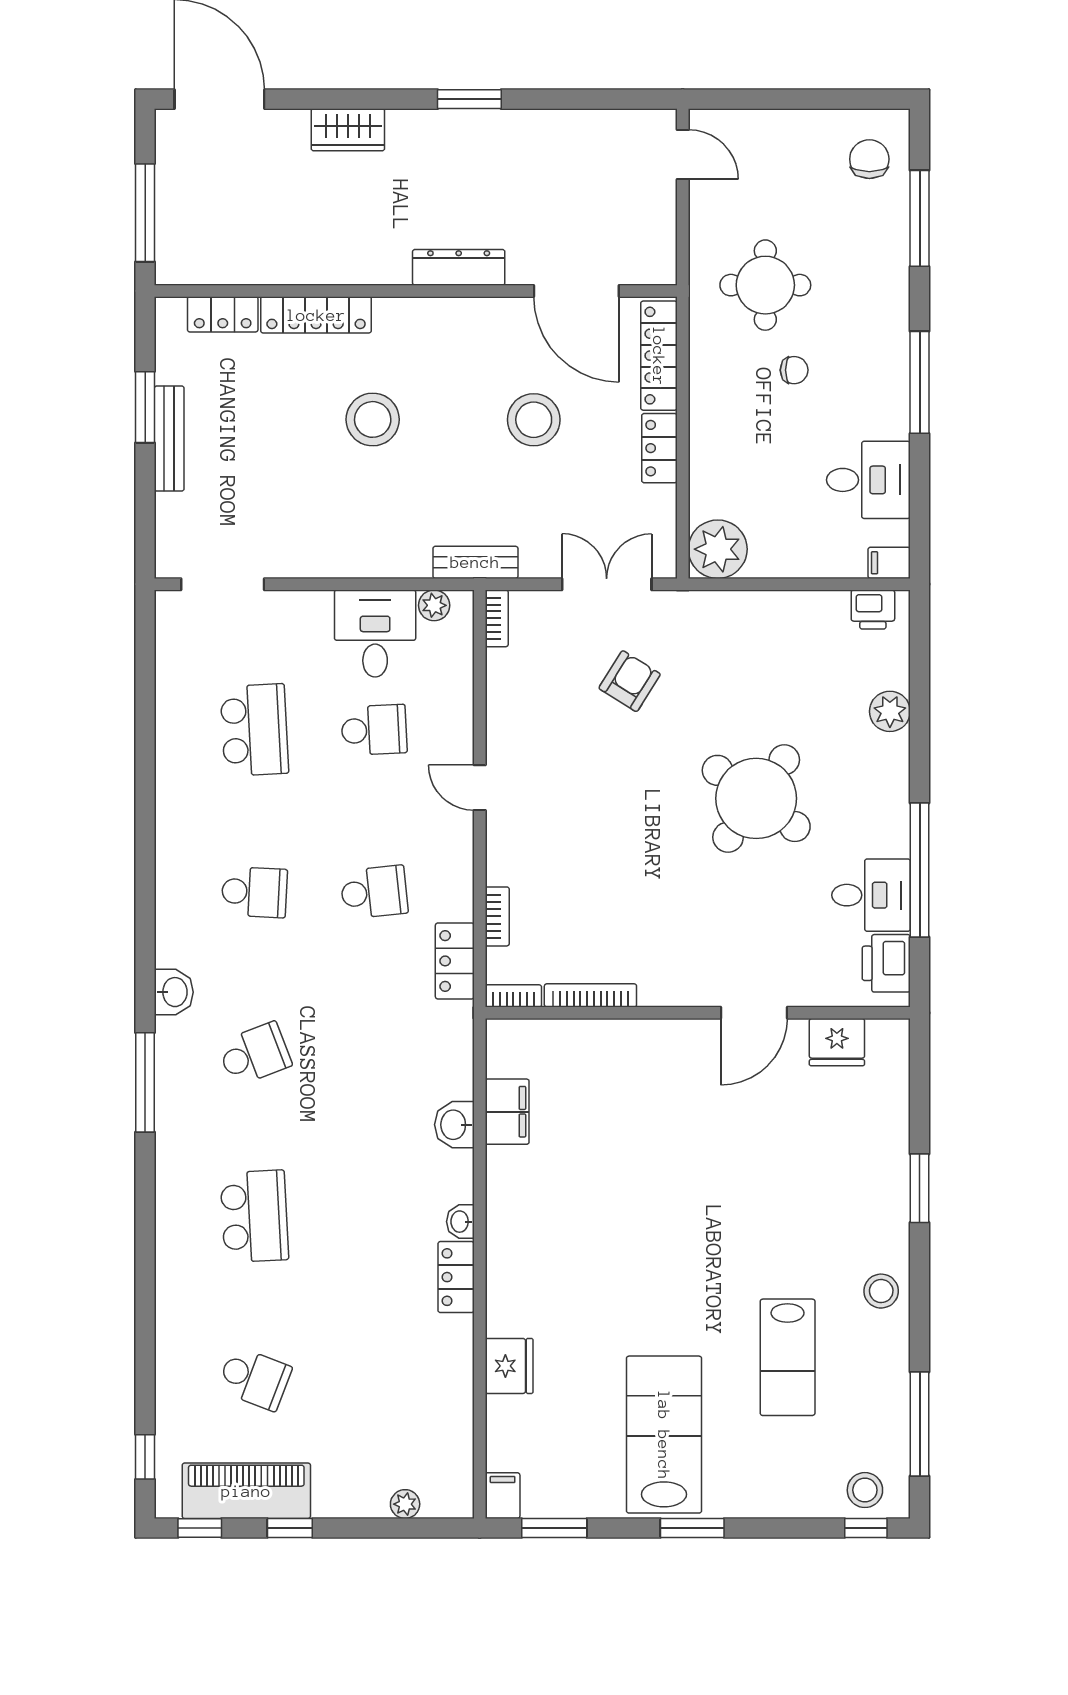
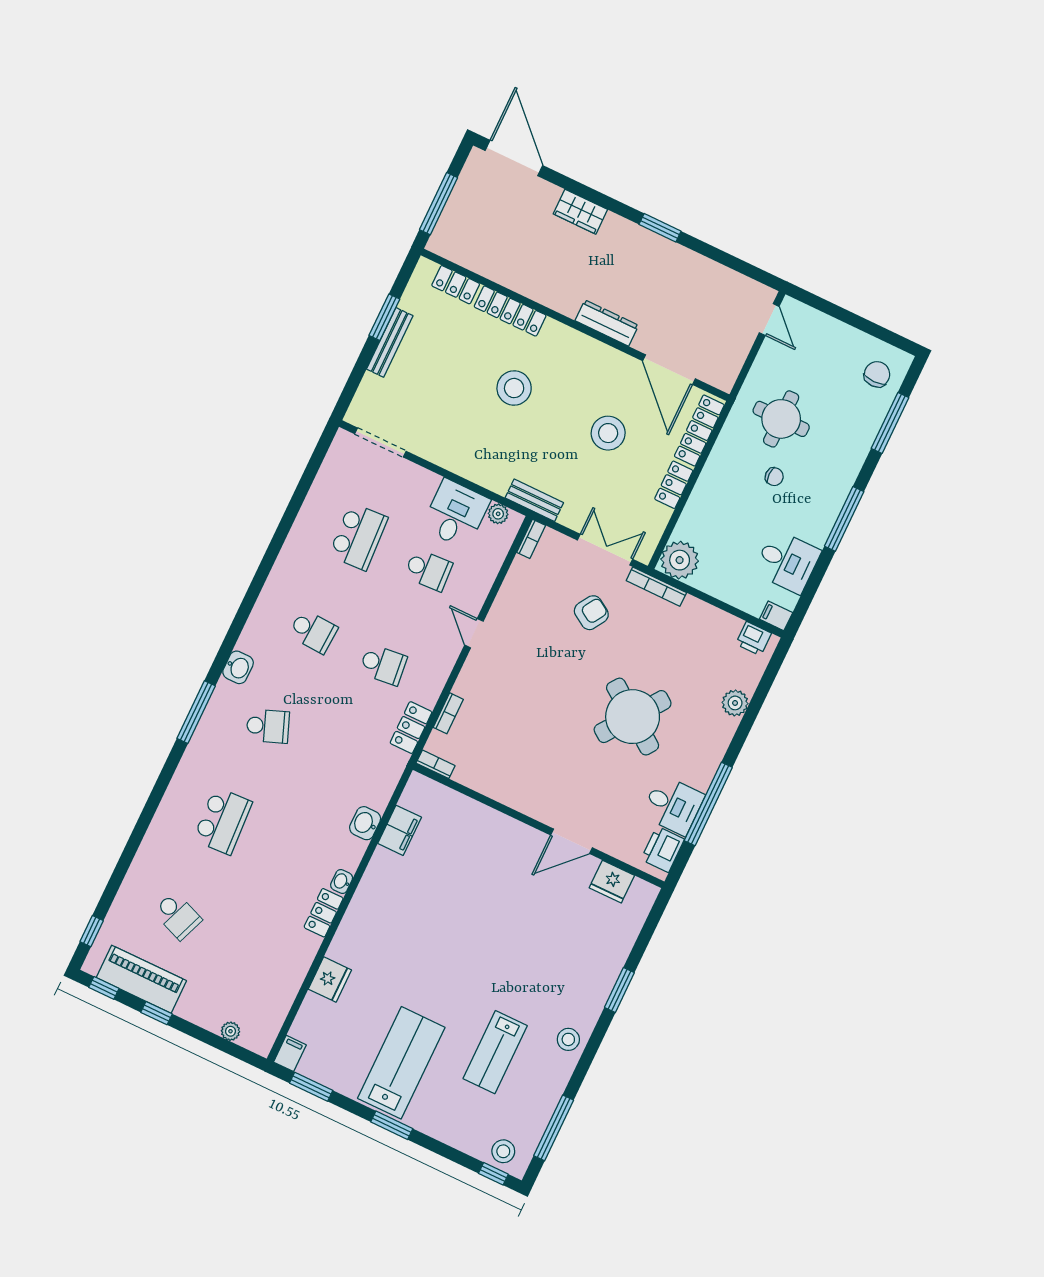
bookcase: (590, 995) -> (656, 587), moved, turned 180

